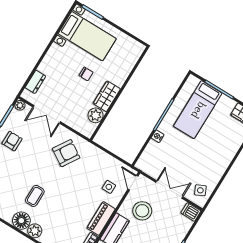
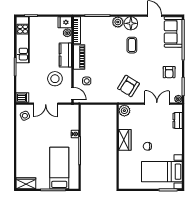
plant: (96, 115) -> (124, 111), moved

